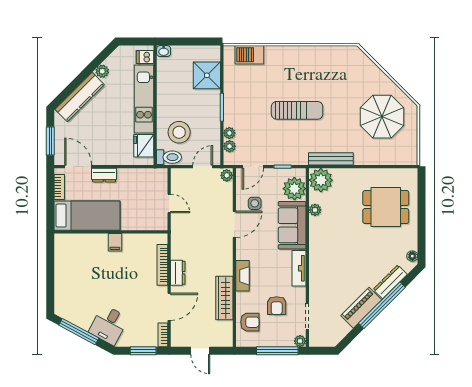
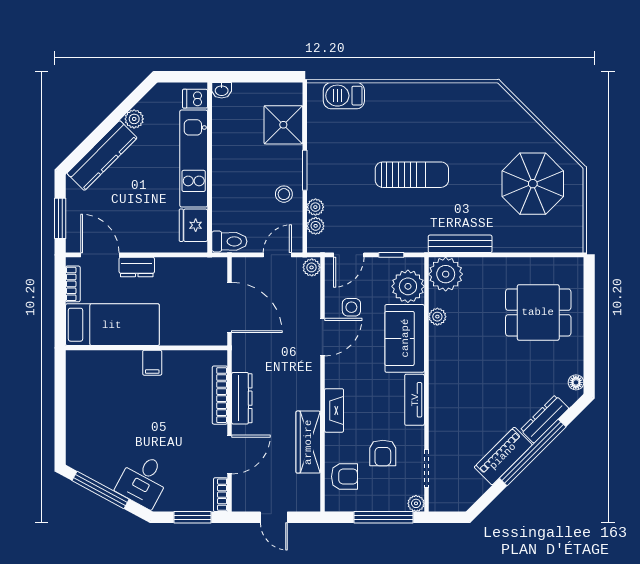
stool: (179, 132) -> (284, 194), moved, width x0.53, depth x0.53
door: (169, 203) -> (229, 307), width x1.88
dresser: (178, 273) -> (242, 398), width x1.44

